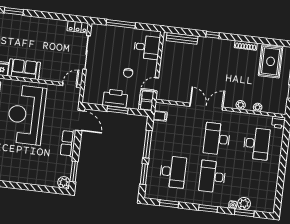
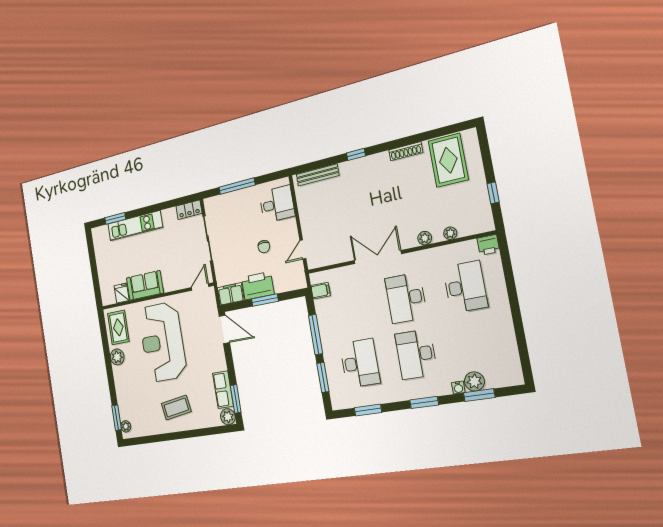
kitchen unit: (29, 23) -> (135, 226), added
filing cabinet: (146, 100) -> (231, 294), moved, turned 90
row of seats: (68, 143) -> (223, 390), moved
coffee table: (23, 165) -> (176, 407), added

